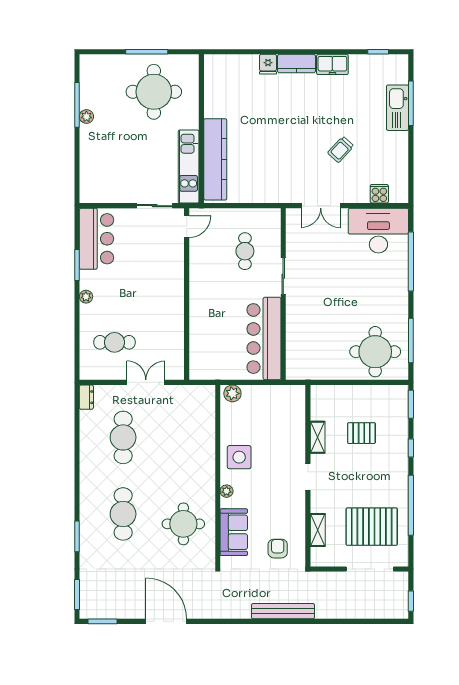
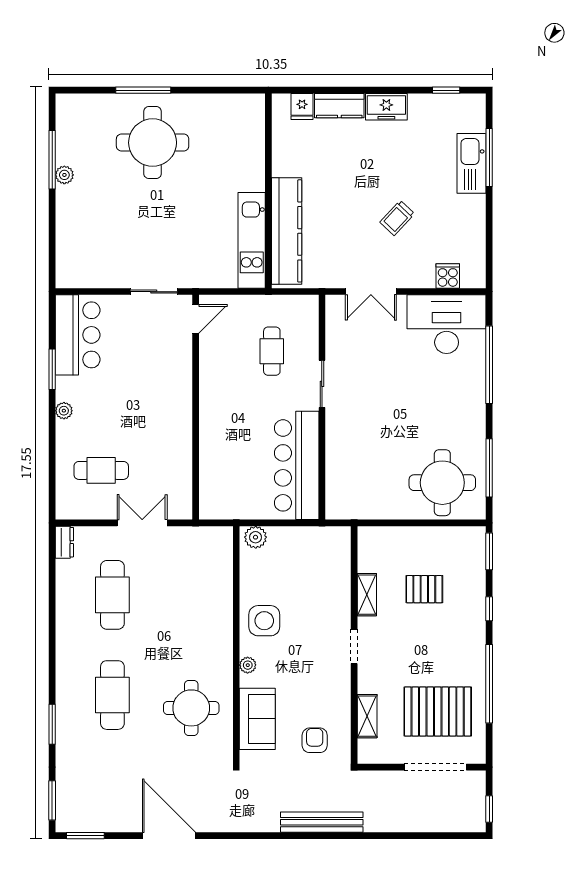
wall: (201, 129) -> (268, 191), moved
kitchen counter: (215, 159) -> (287, 231), moved
kitchen unit: (189, 166) -> (252, 240), moved

